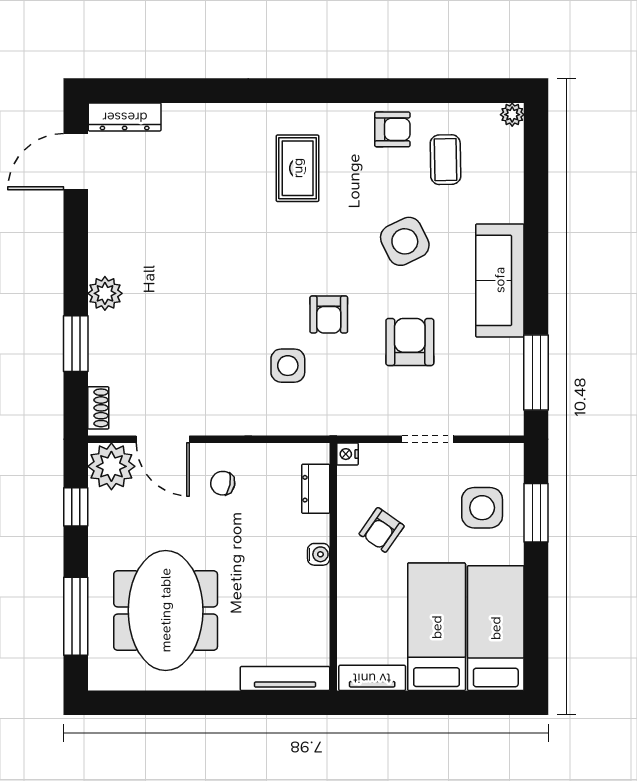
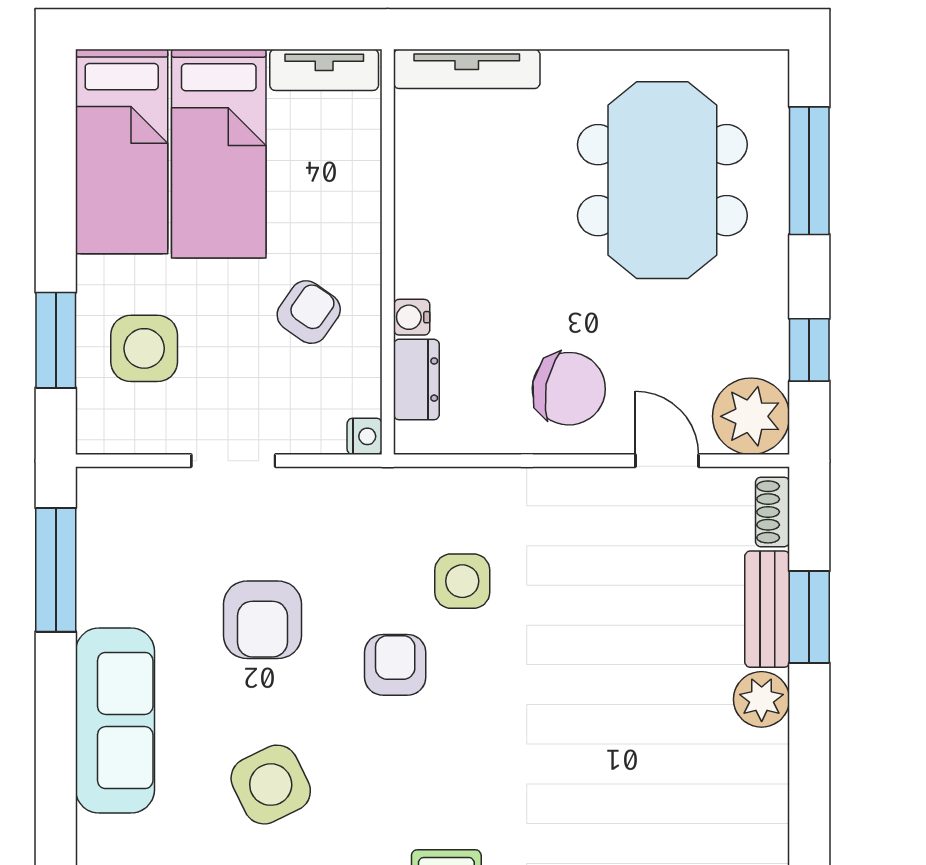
bench: (102, 348) -> (767, 609), added
door: (163, 439) -> (667, 461), width x0.73
chair: (223, 483) -> (569, 389), width x1.87, depth x1.87
water cooler: (319, 554) -> (412, 317), moved

